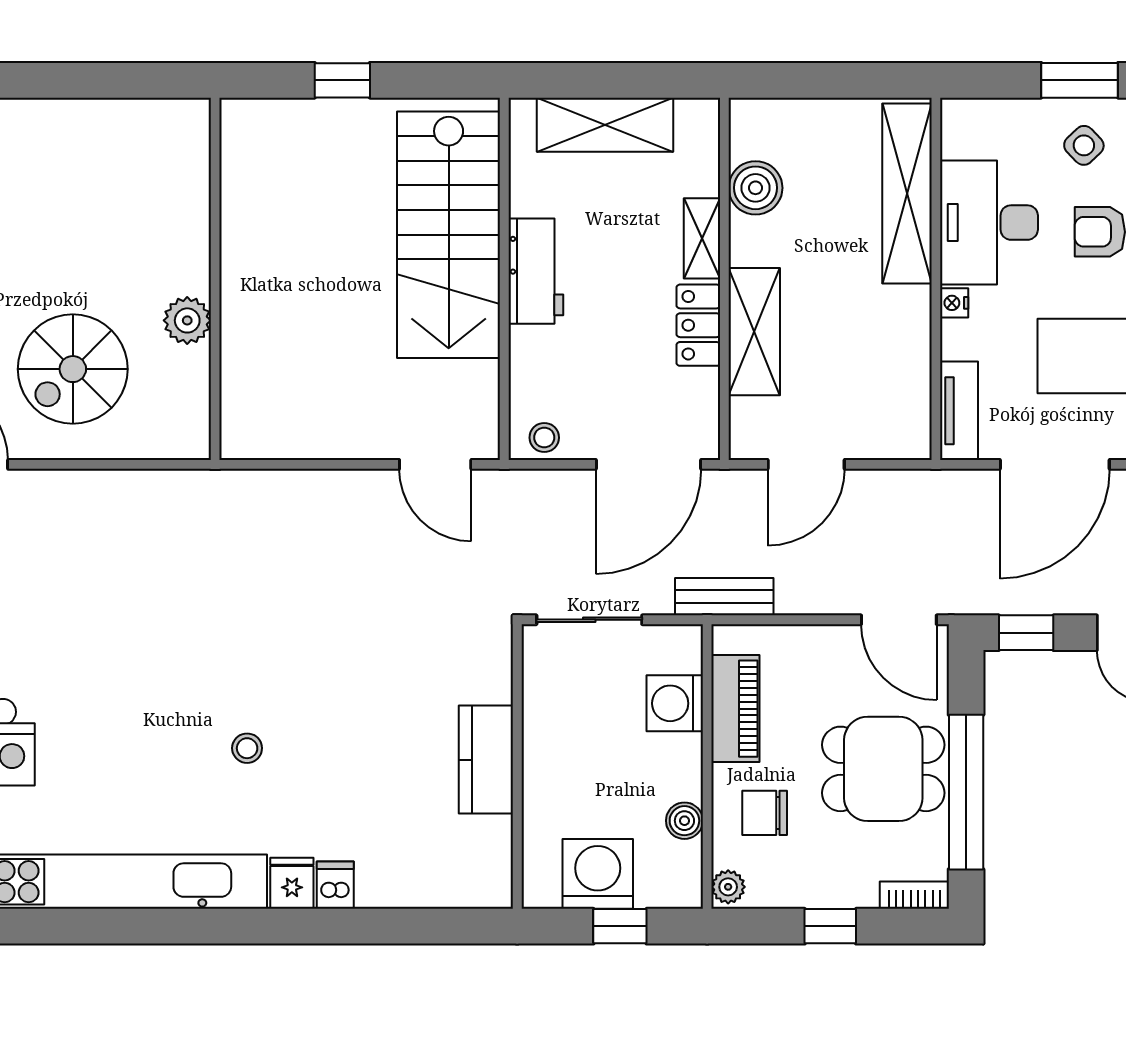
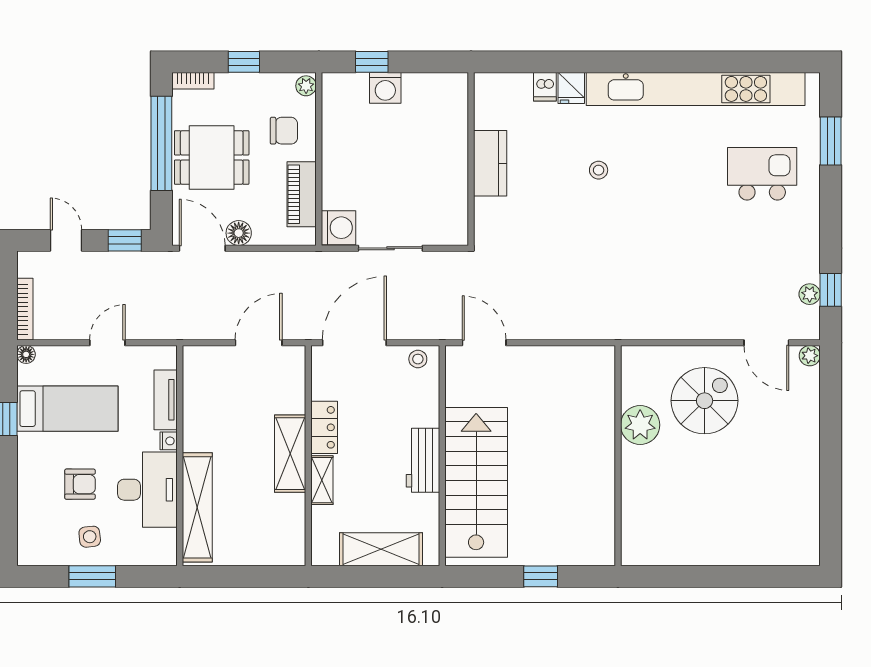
side table: (1084, 145) -> (90, 537), turned 38
boiler: (756, 188) -> (289, 511), removed
plant: (187, 320) -> (640, 425), width x1.36, depth x1.36
shelving: (754, 332) -> (290, 454), moved
tv unit: (959, 411) -> (166, 400), moved
door: (1055, 464) -> (107, 343), width x0.53
bench: (724, 597) -> (308, 262), removed
floor lamp: (839, 645) -> (239, 233), added
washing machine: (675, 703) -> (339, 228), moved
kitchen counter: (486, 760) -> (490, 163), moved
wall: (517, 766) -> (471, 159), moved
boiler: (684, 821) -> (333, 126), removed
washing machine: (598, 874) -> (385, 88), width x0.73, depth x0.73

